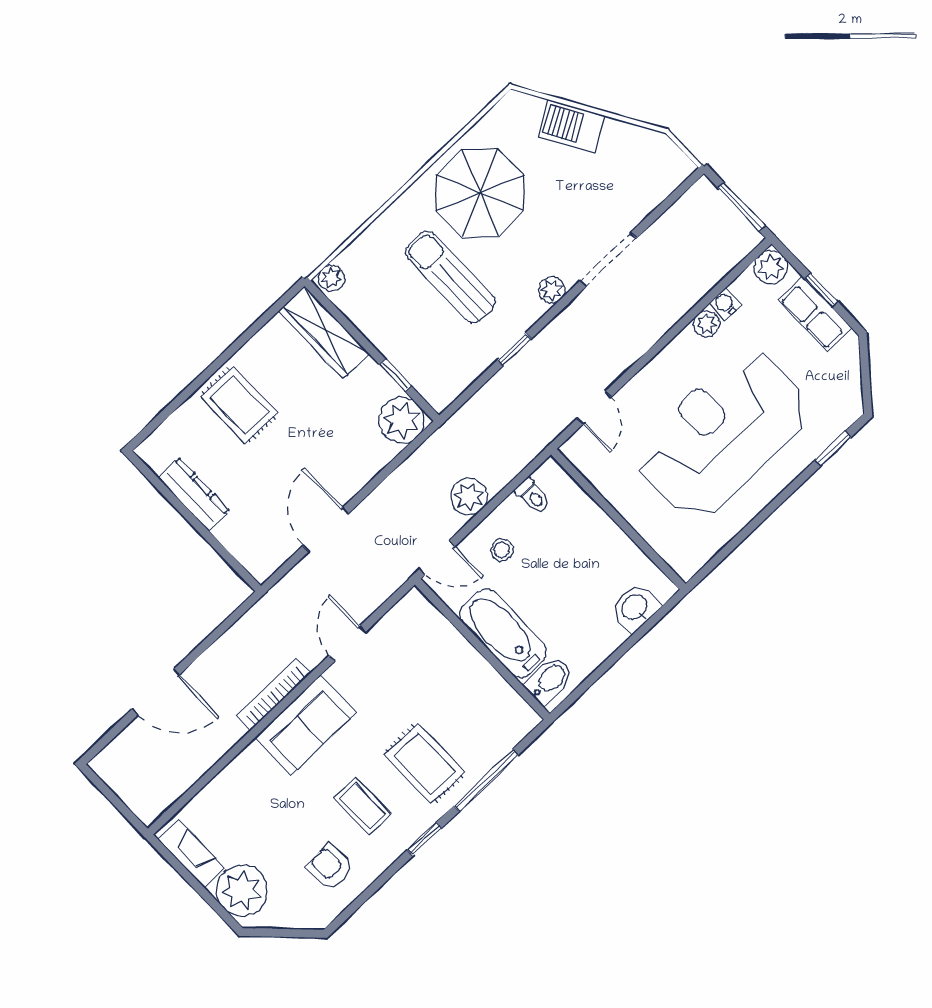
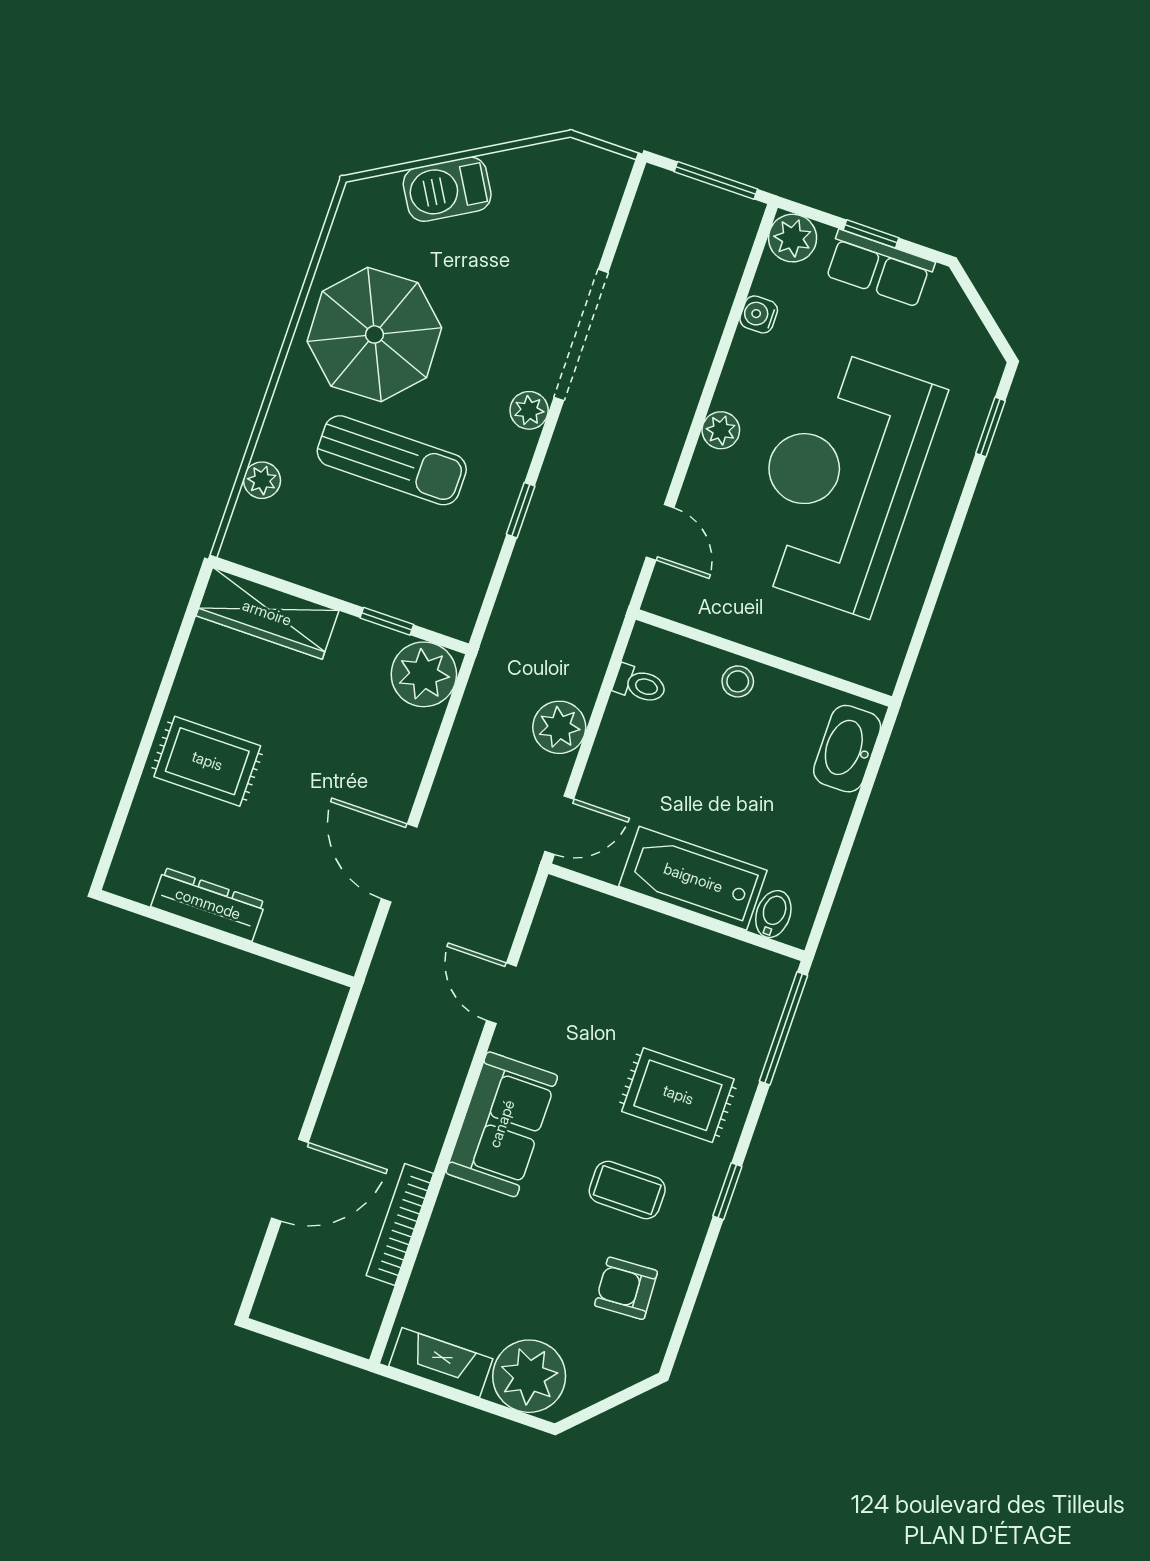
doorway: (608, 260) -> (581, 335), width x1.36
sun lounger: (450, 277) -> (392, 460), turned 180
plant: (331, 278) -> (262, 480), moved
plant: (706, 324) -> (721, 430), moved
stool: (502, 550) -> (738, 681), moved
washbasin: (635, 608) -> (847, 749), width x1.38
bidet: (549, 680) -> (773, 914), width x0.72, depth x0.74
bookcase: (274, 694) -> (400, 1224), moved
window: (486, 780) -> (783, 1028), moved

